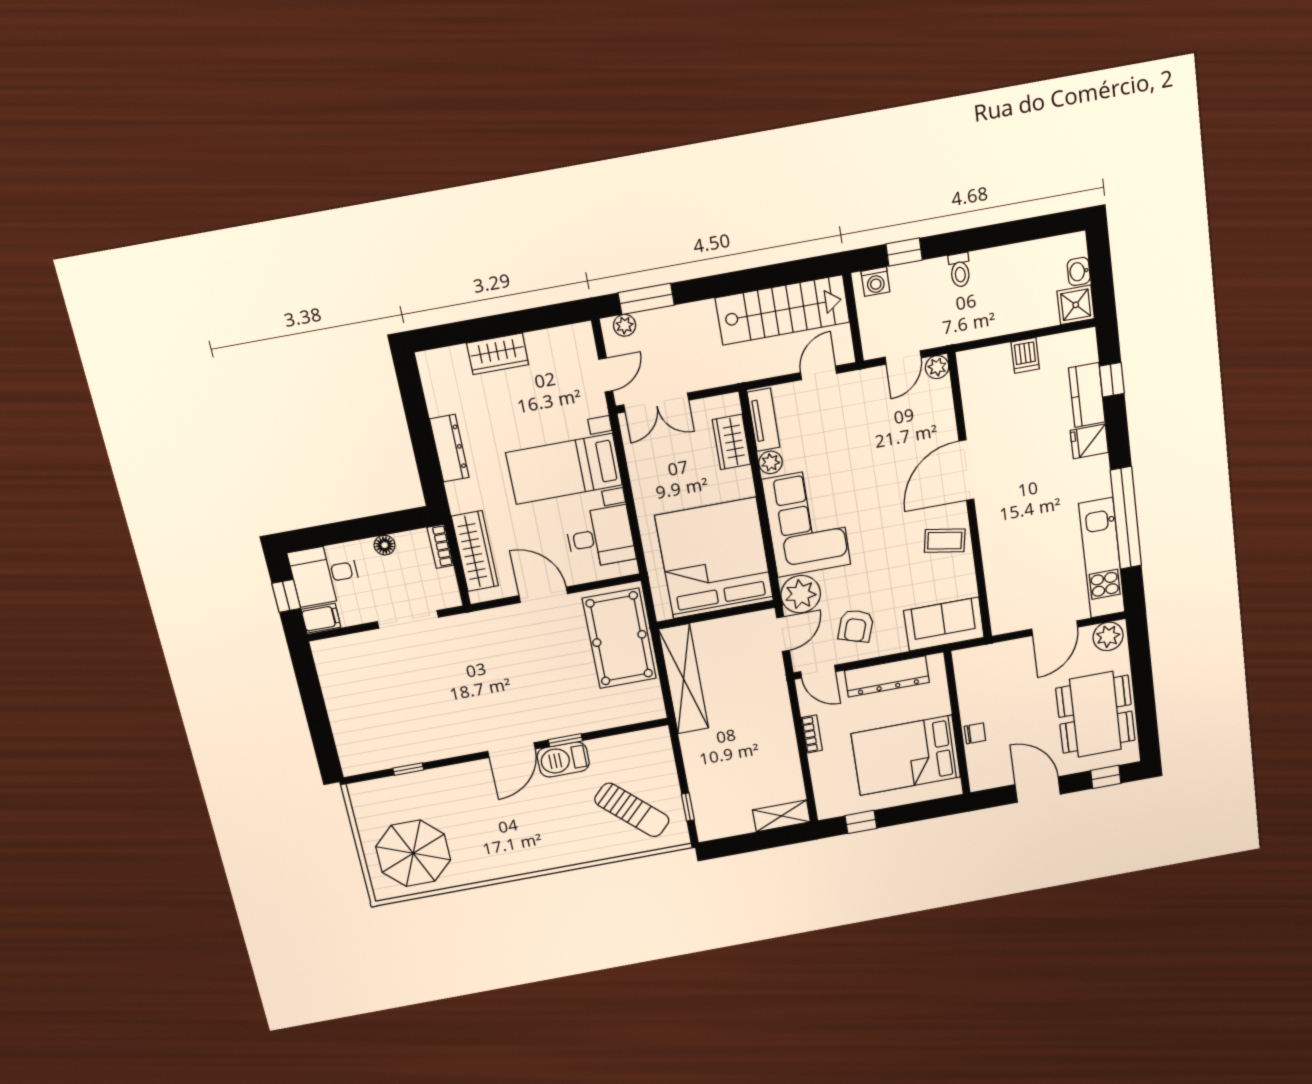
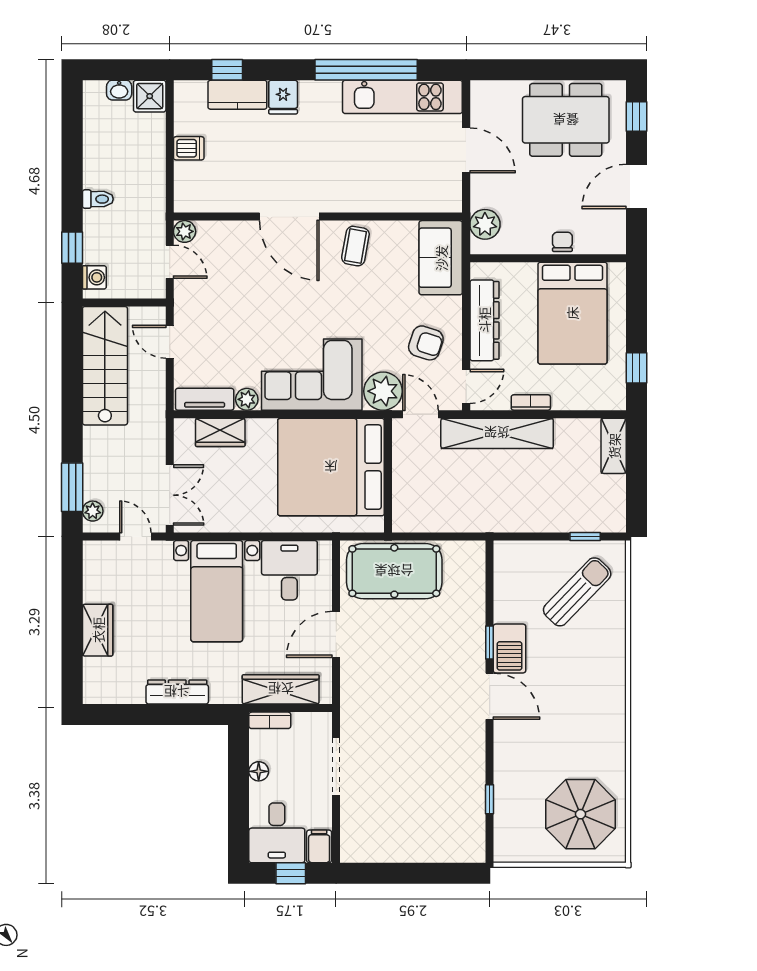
plant: (1108, 636) -> (485, 224), moved
shelving: (684, 679) -> (497, 433), moved

